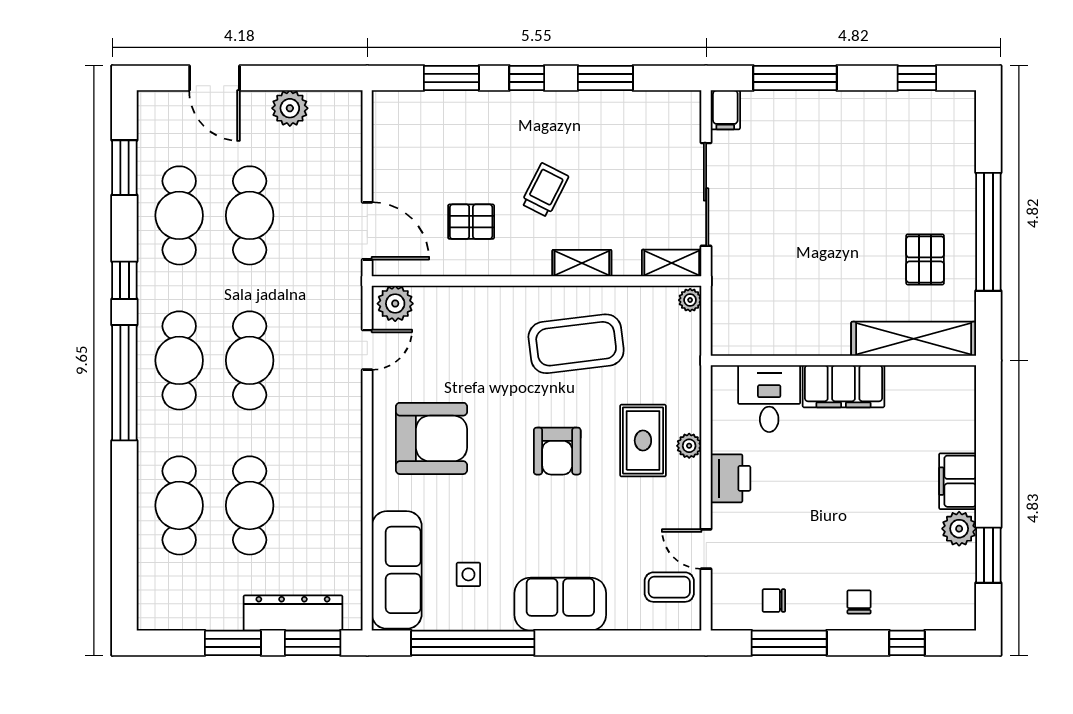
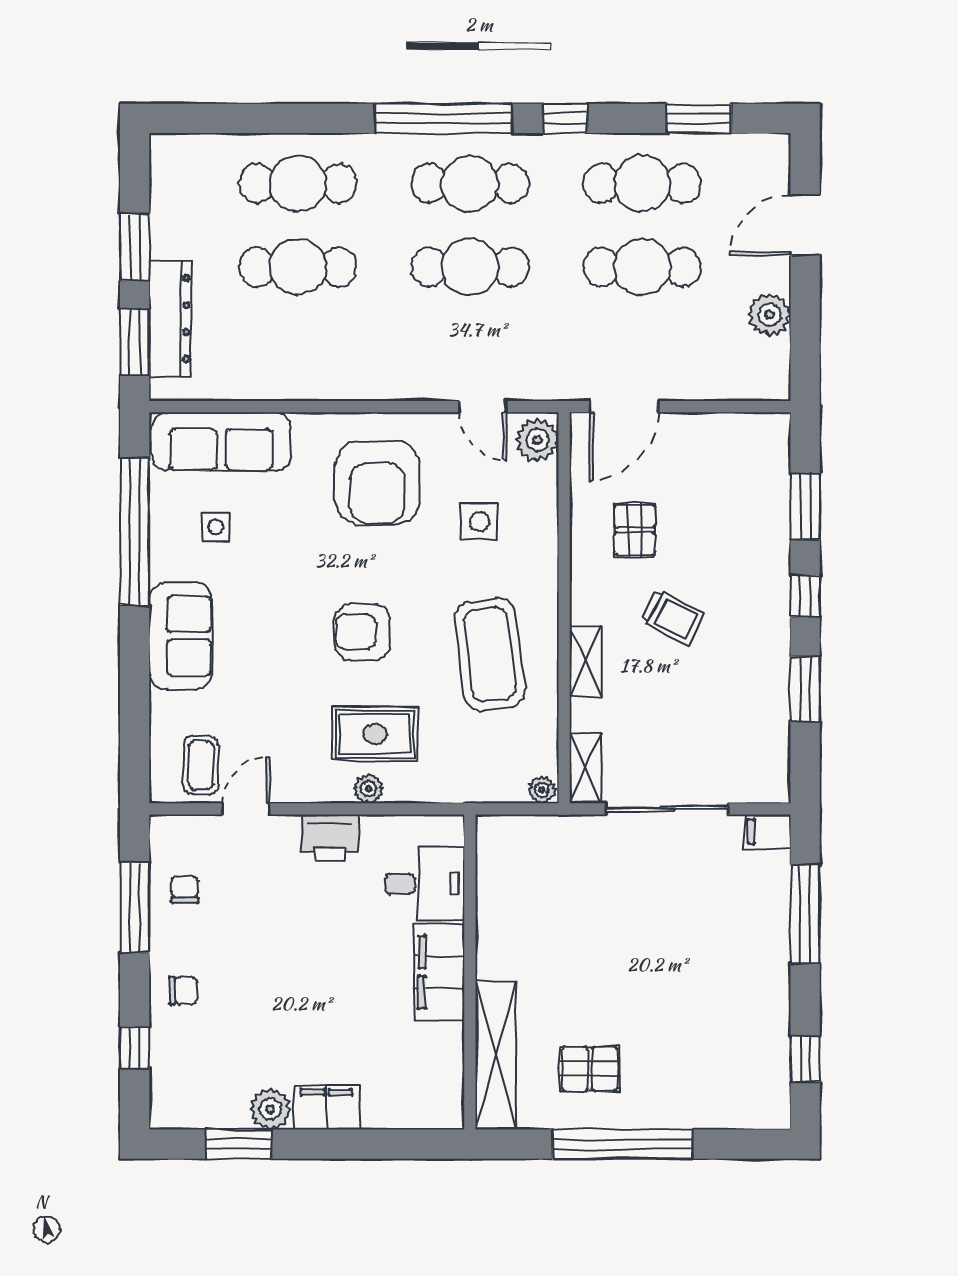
side table: (464, 352) -> (480, 522), added

